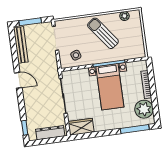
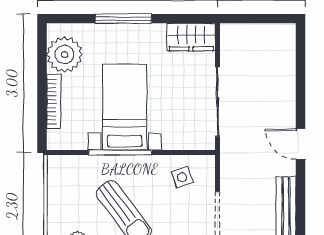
window: (25, 128) -> (301, 50), removed
window: (135, 129) -> (123, 19), moved
dresser: (50, 133) -> (252, 34), removed

